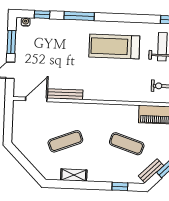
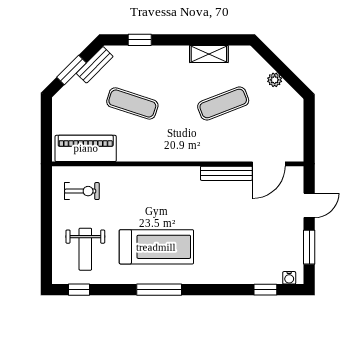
window: (79, 16) -> (159, 290), moved
plant: (30, 156) -> (275, 80), added

